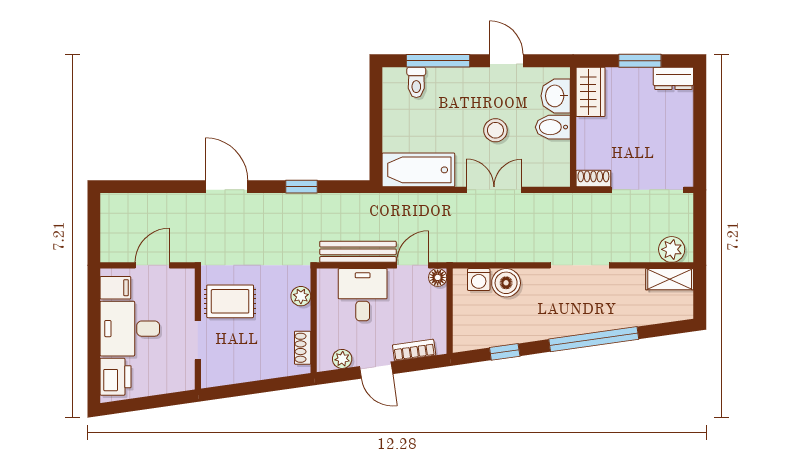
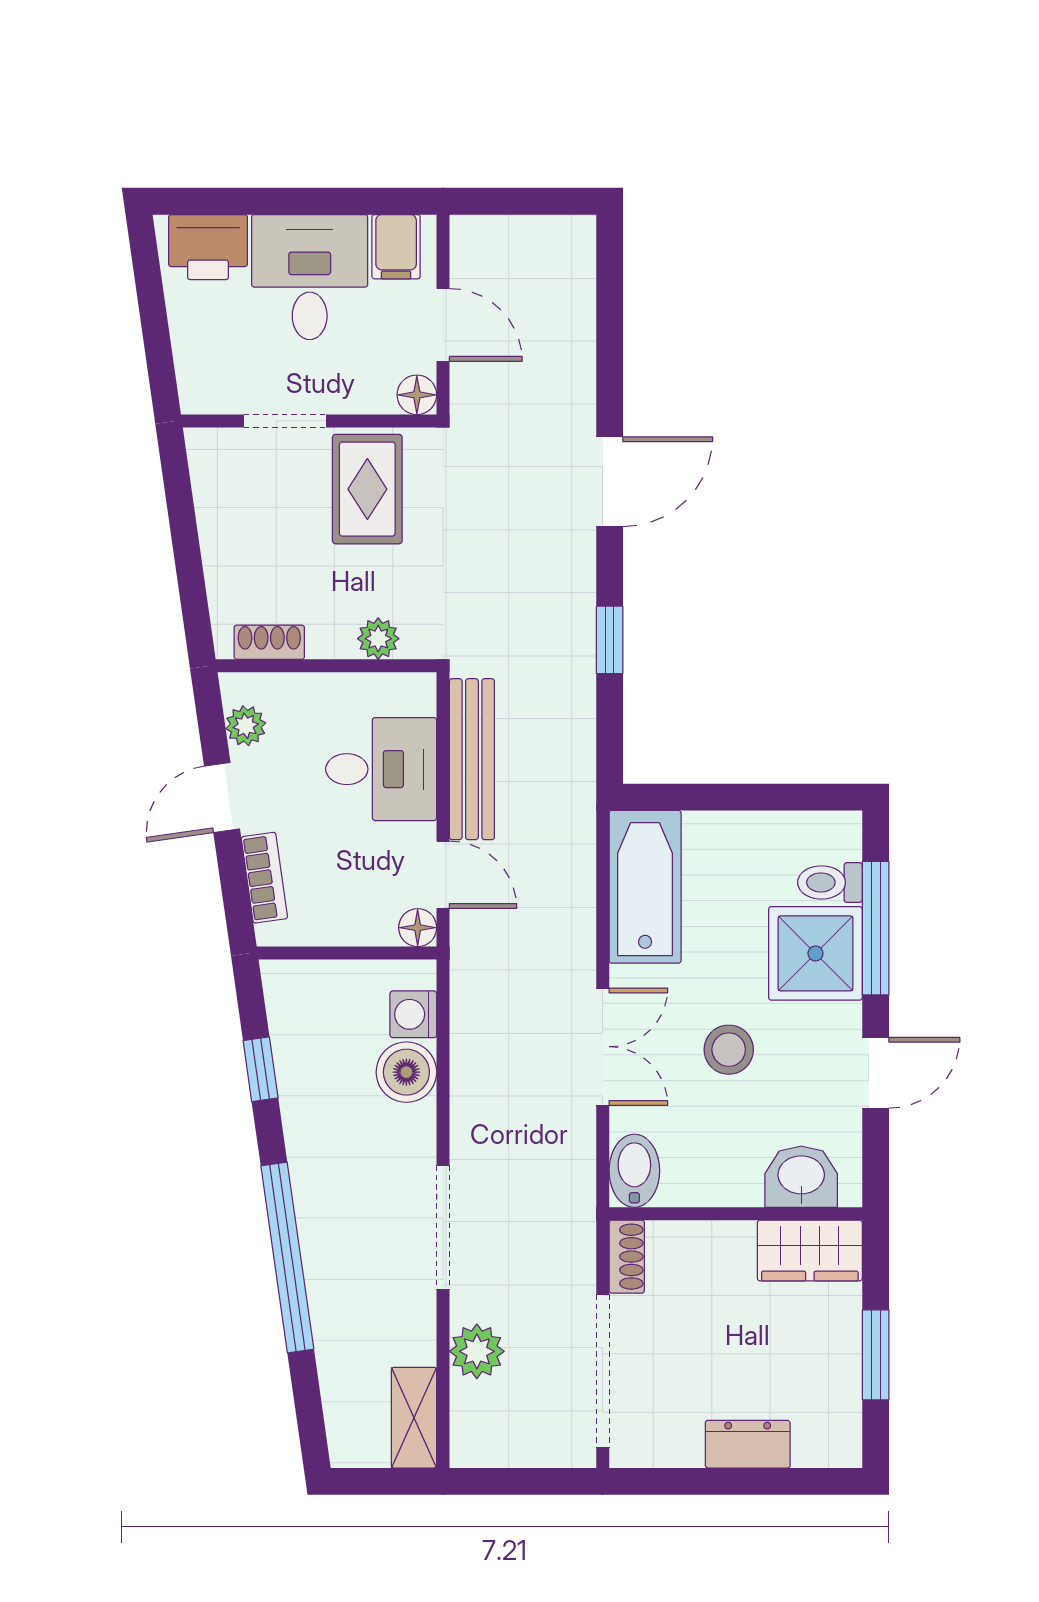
dresser: (673, 78) -> (748, 1444), moved, turned 90
shower: (450, 89) -> (815, 953), added
bidet: (553, 127) -> (634, 1171), moved
plant: (672, 249) -> (477, 1351), moved
floor lamp: (185, 278) -> (417, 395), added

